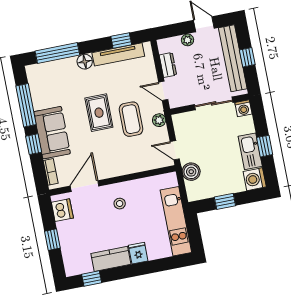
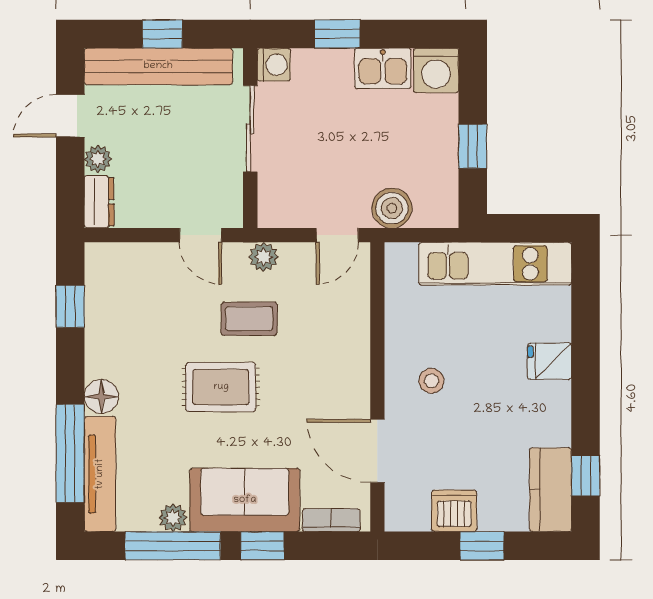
tv unit: (118, 54) -> (100, 474), moved
dresser: (168, 65) -> (99, 202), moved, turned 90
door: (163, 91) -> (201, 235), hinge flipped
plant: (38, 103) -> (173, 518), added
coffee table: (131, 119) -> (249, 319), width x0.73, depth x0.77
window: (265, 146) -> (337, 34), moved
kitchen sink: (250, 151) -> (383, 68), width x0.73
dishwasher: (62, 210) -> (454, 511), moved
kitchen counter: (111, 259) -> (551, 490), moved

